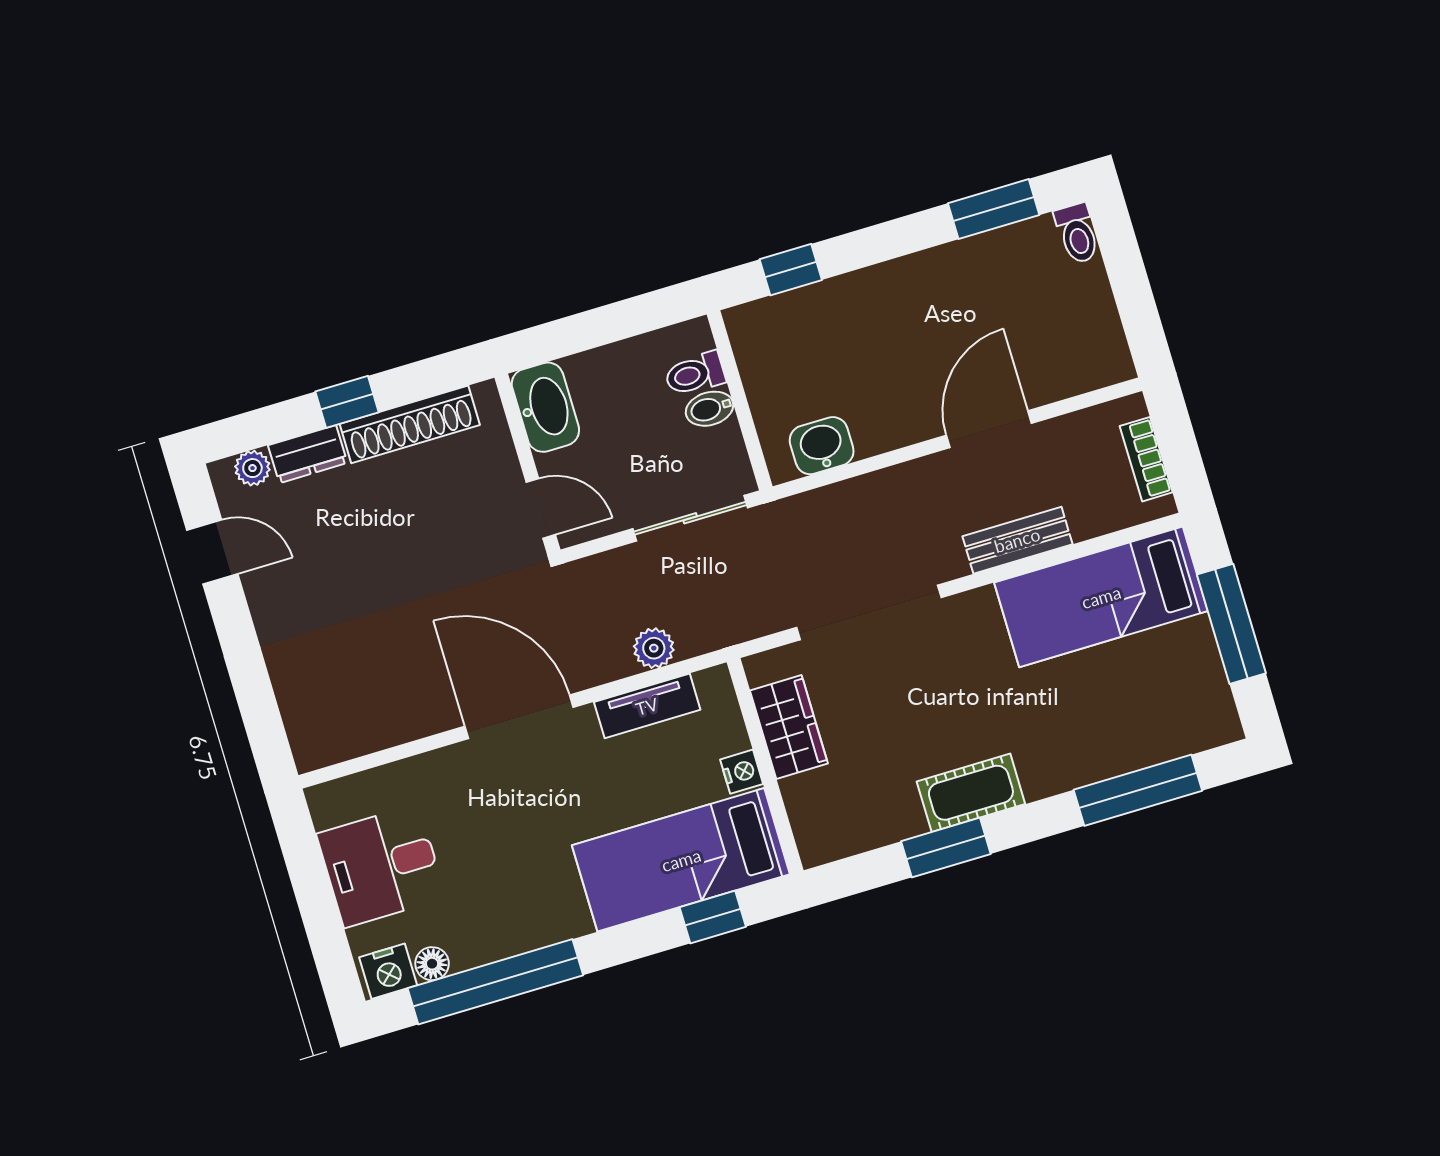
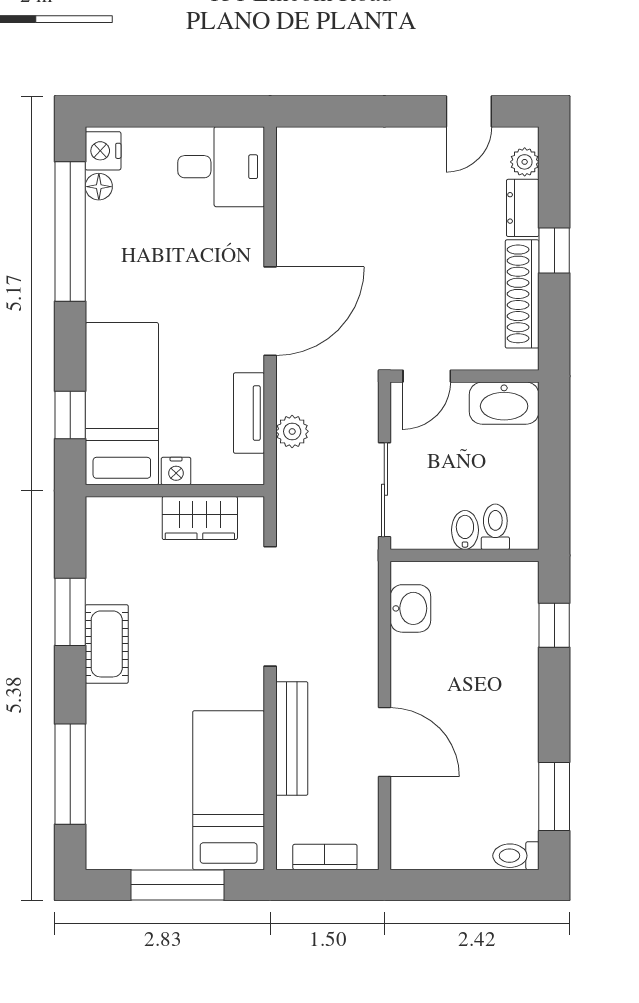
bench: (1017, 540) -> (292, 738), width x1.36
desk: (381, 866) -> (221, 167), moved, turned 90

